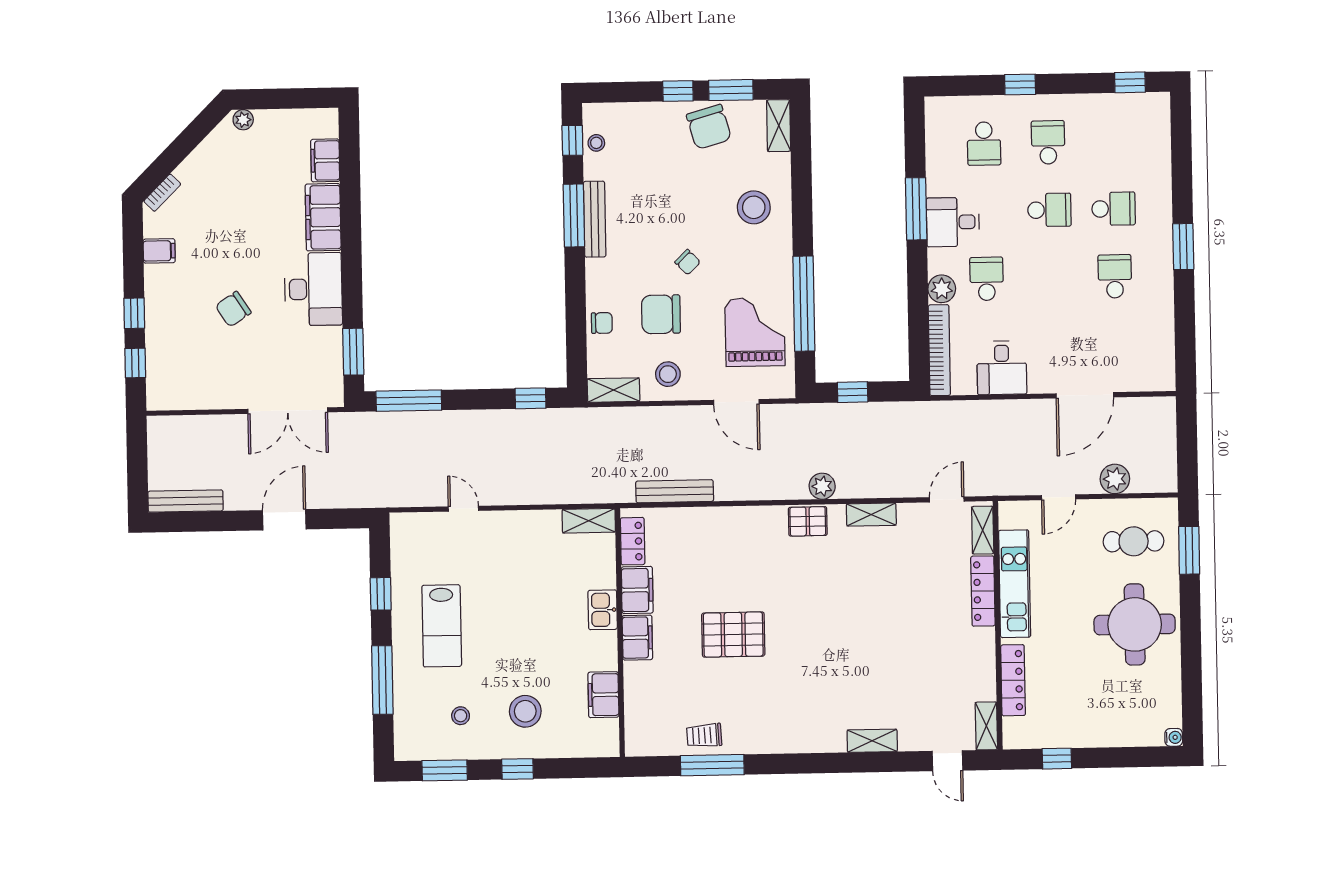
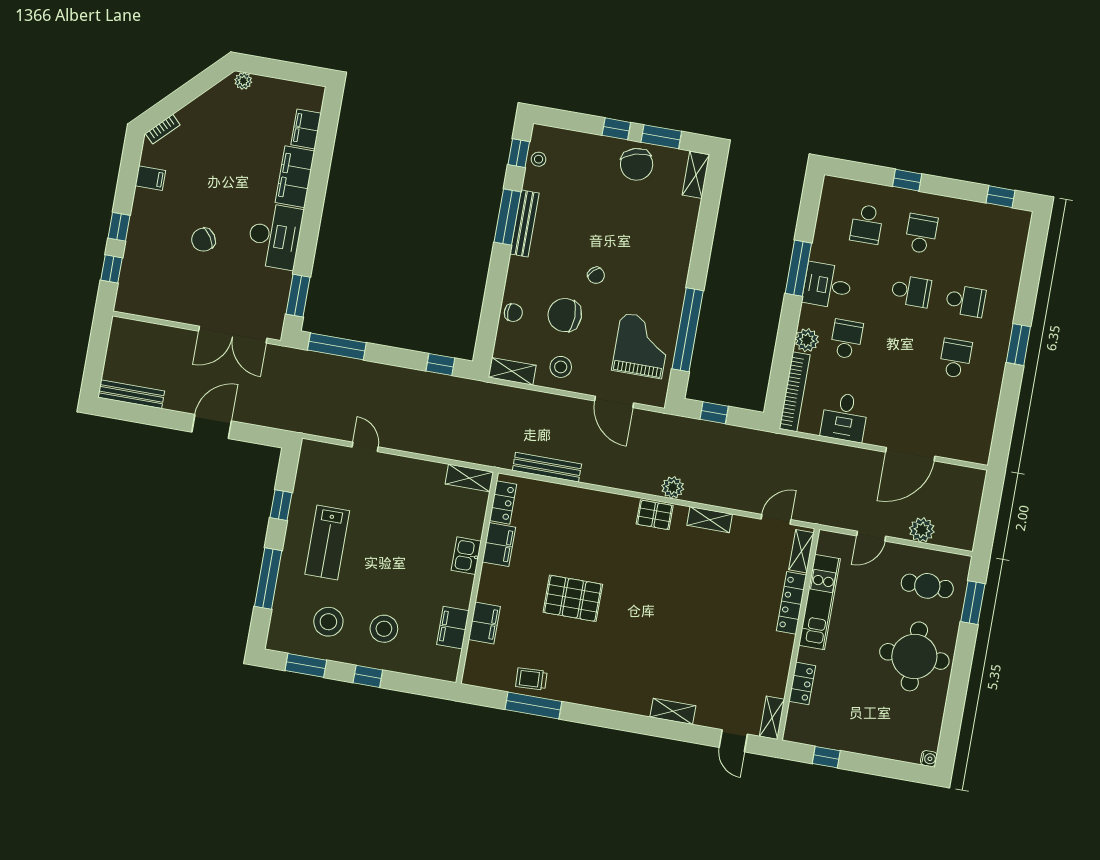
stool: (754, 207) -> (661, 240), removed
filing cabinet: (637, 638) -> (484, 623), moved
locker: (1013, 680) -> (802, 683), width x0.66
stool: (461, 716) -> (328, 622), width x1.89, depth x1.89

